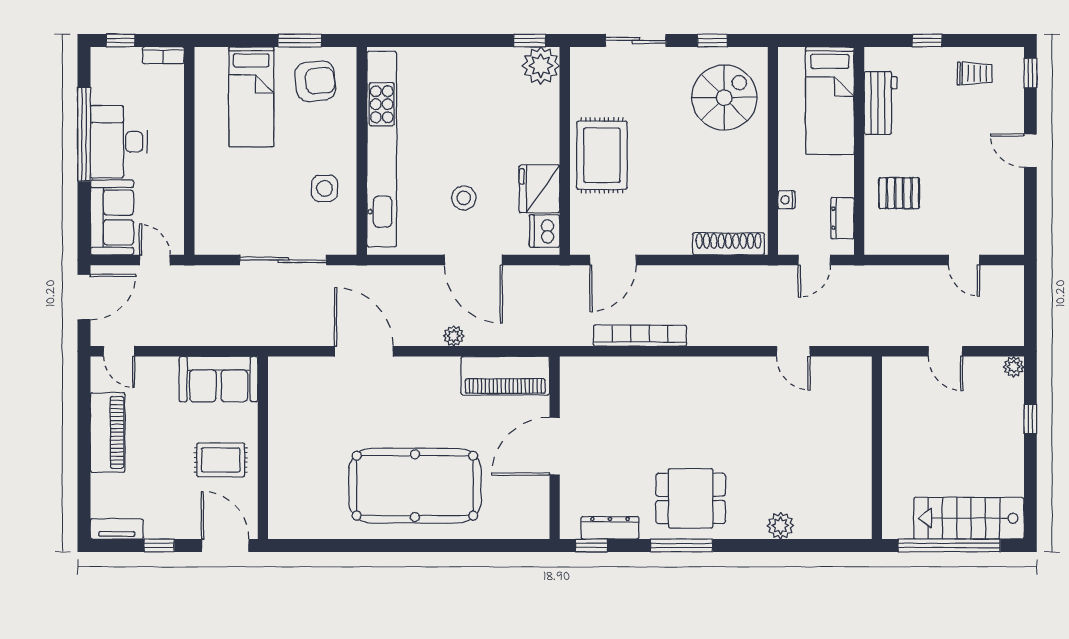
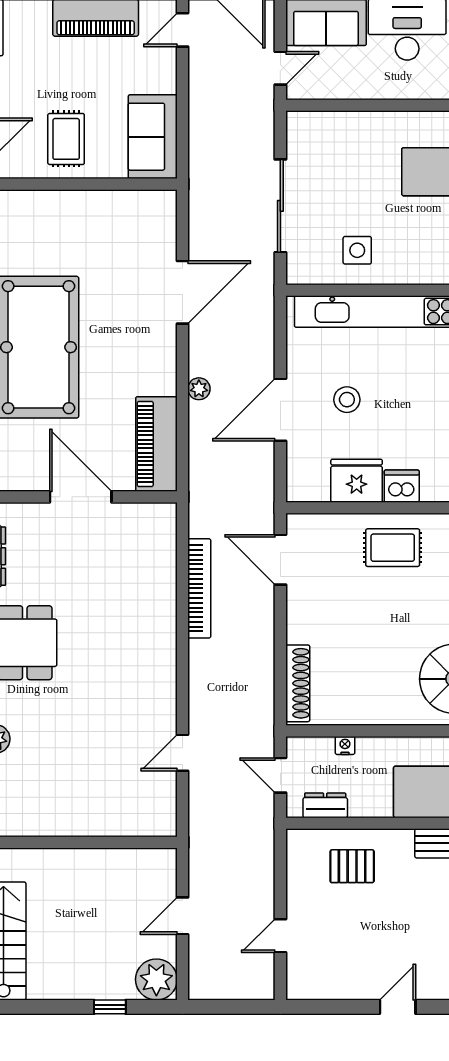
rug: (602, 155) -> (393, 548), width x0.73, depth x0.70
pallet: (899, 193) -> (352, 866), turned 90
dishwasher: (545, 231) -> (402, 486), moved
plant: (1014, 367) -> (156, 979), width x1.88, depth x1.88

